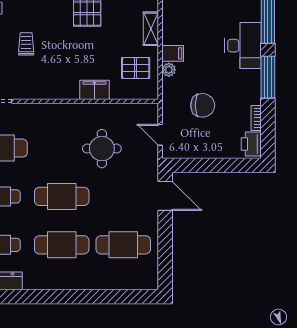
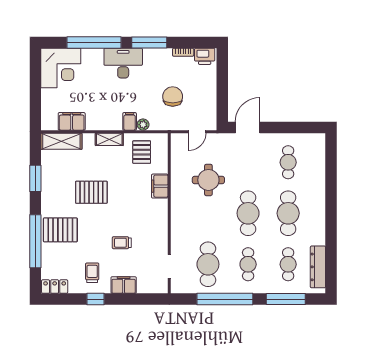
cafe table: (123, 245) -> (288, 162), width x0.73, depth x0.74

